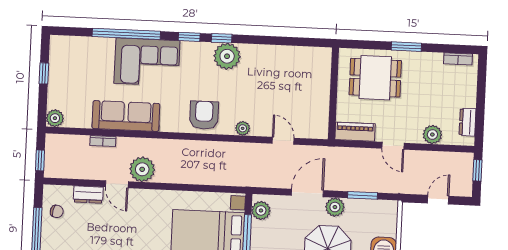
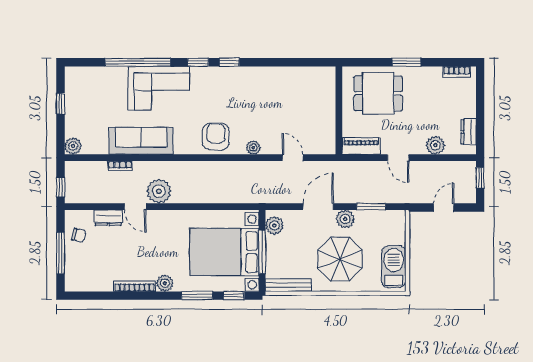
plant: (227, 56) -> (235, 79), removed

